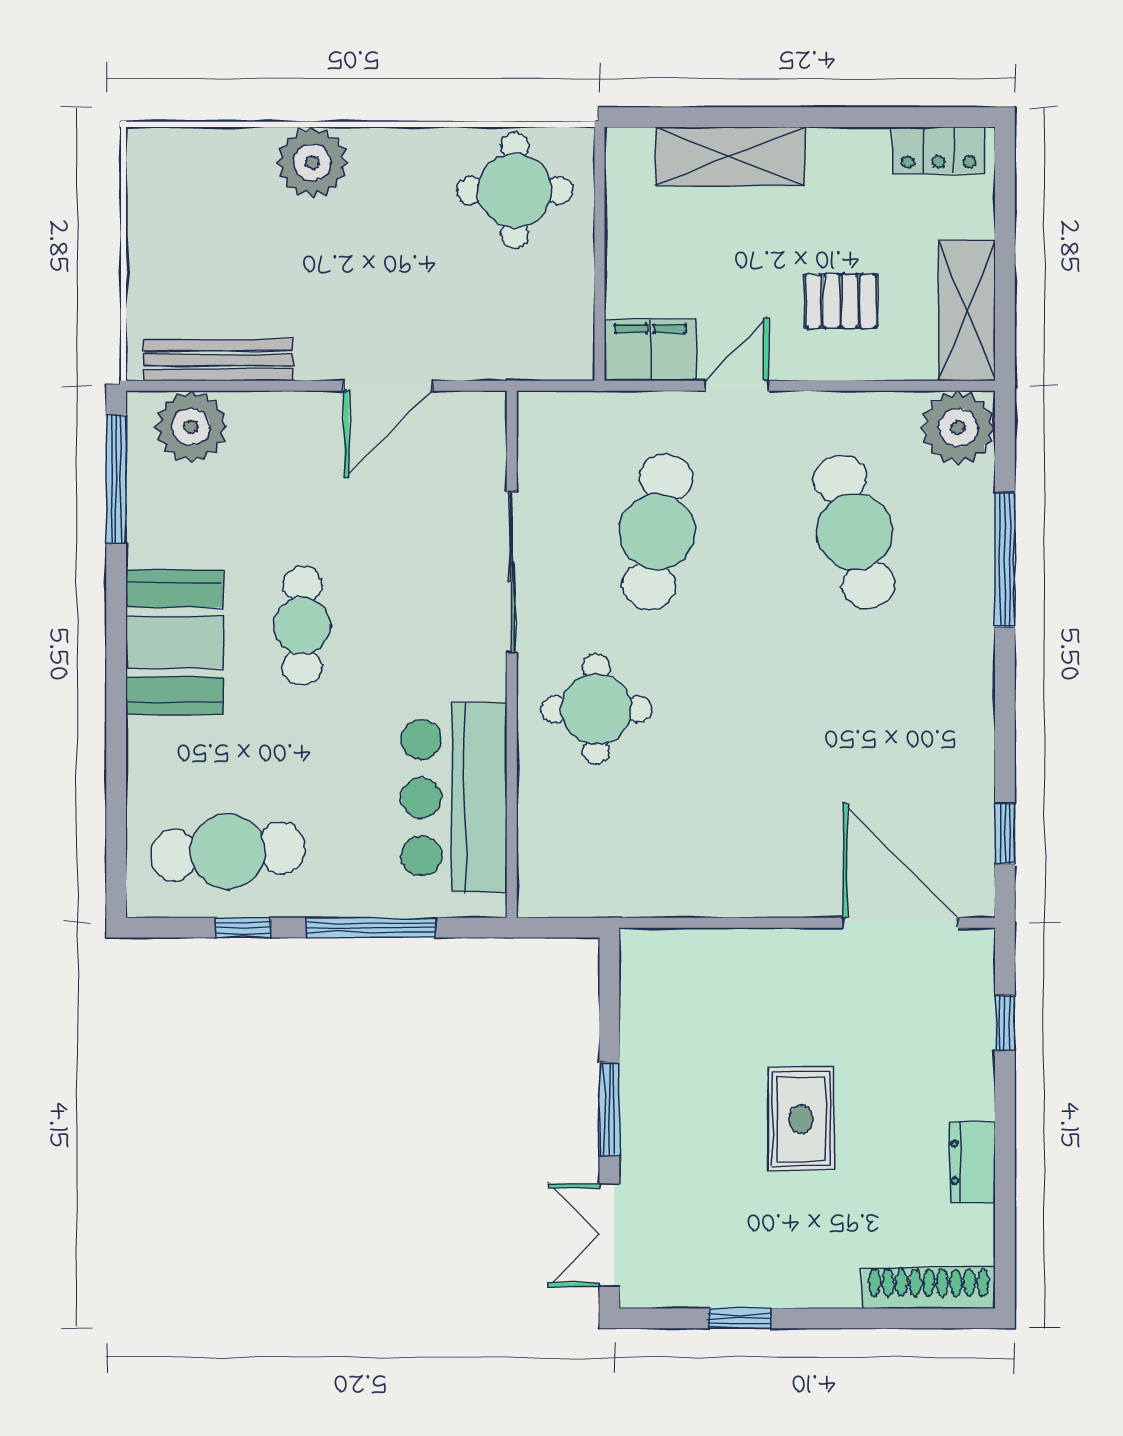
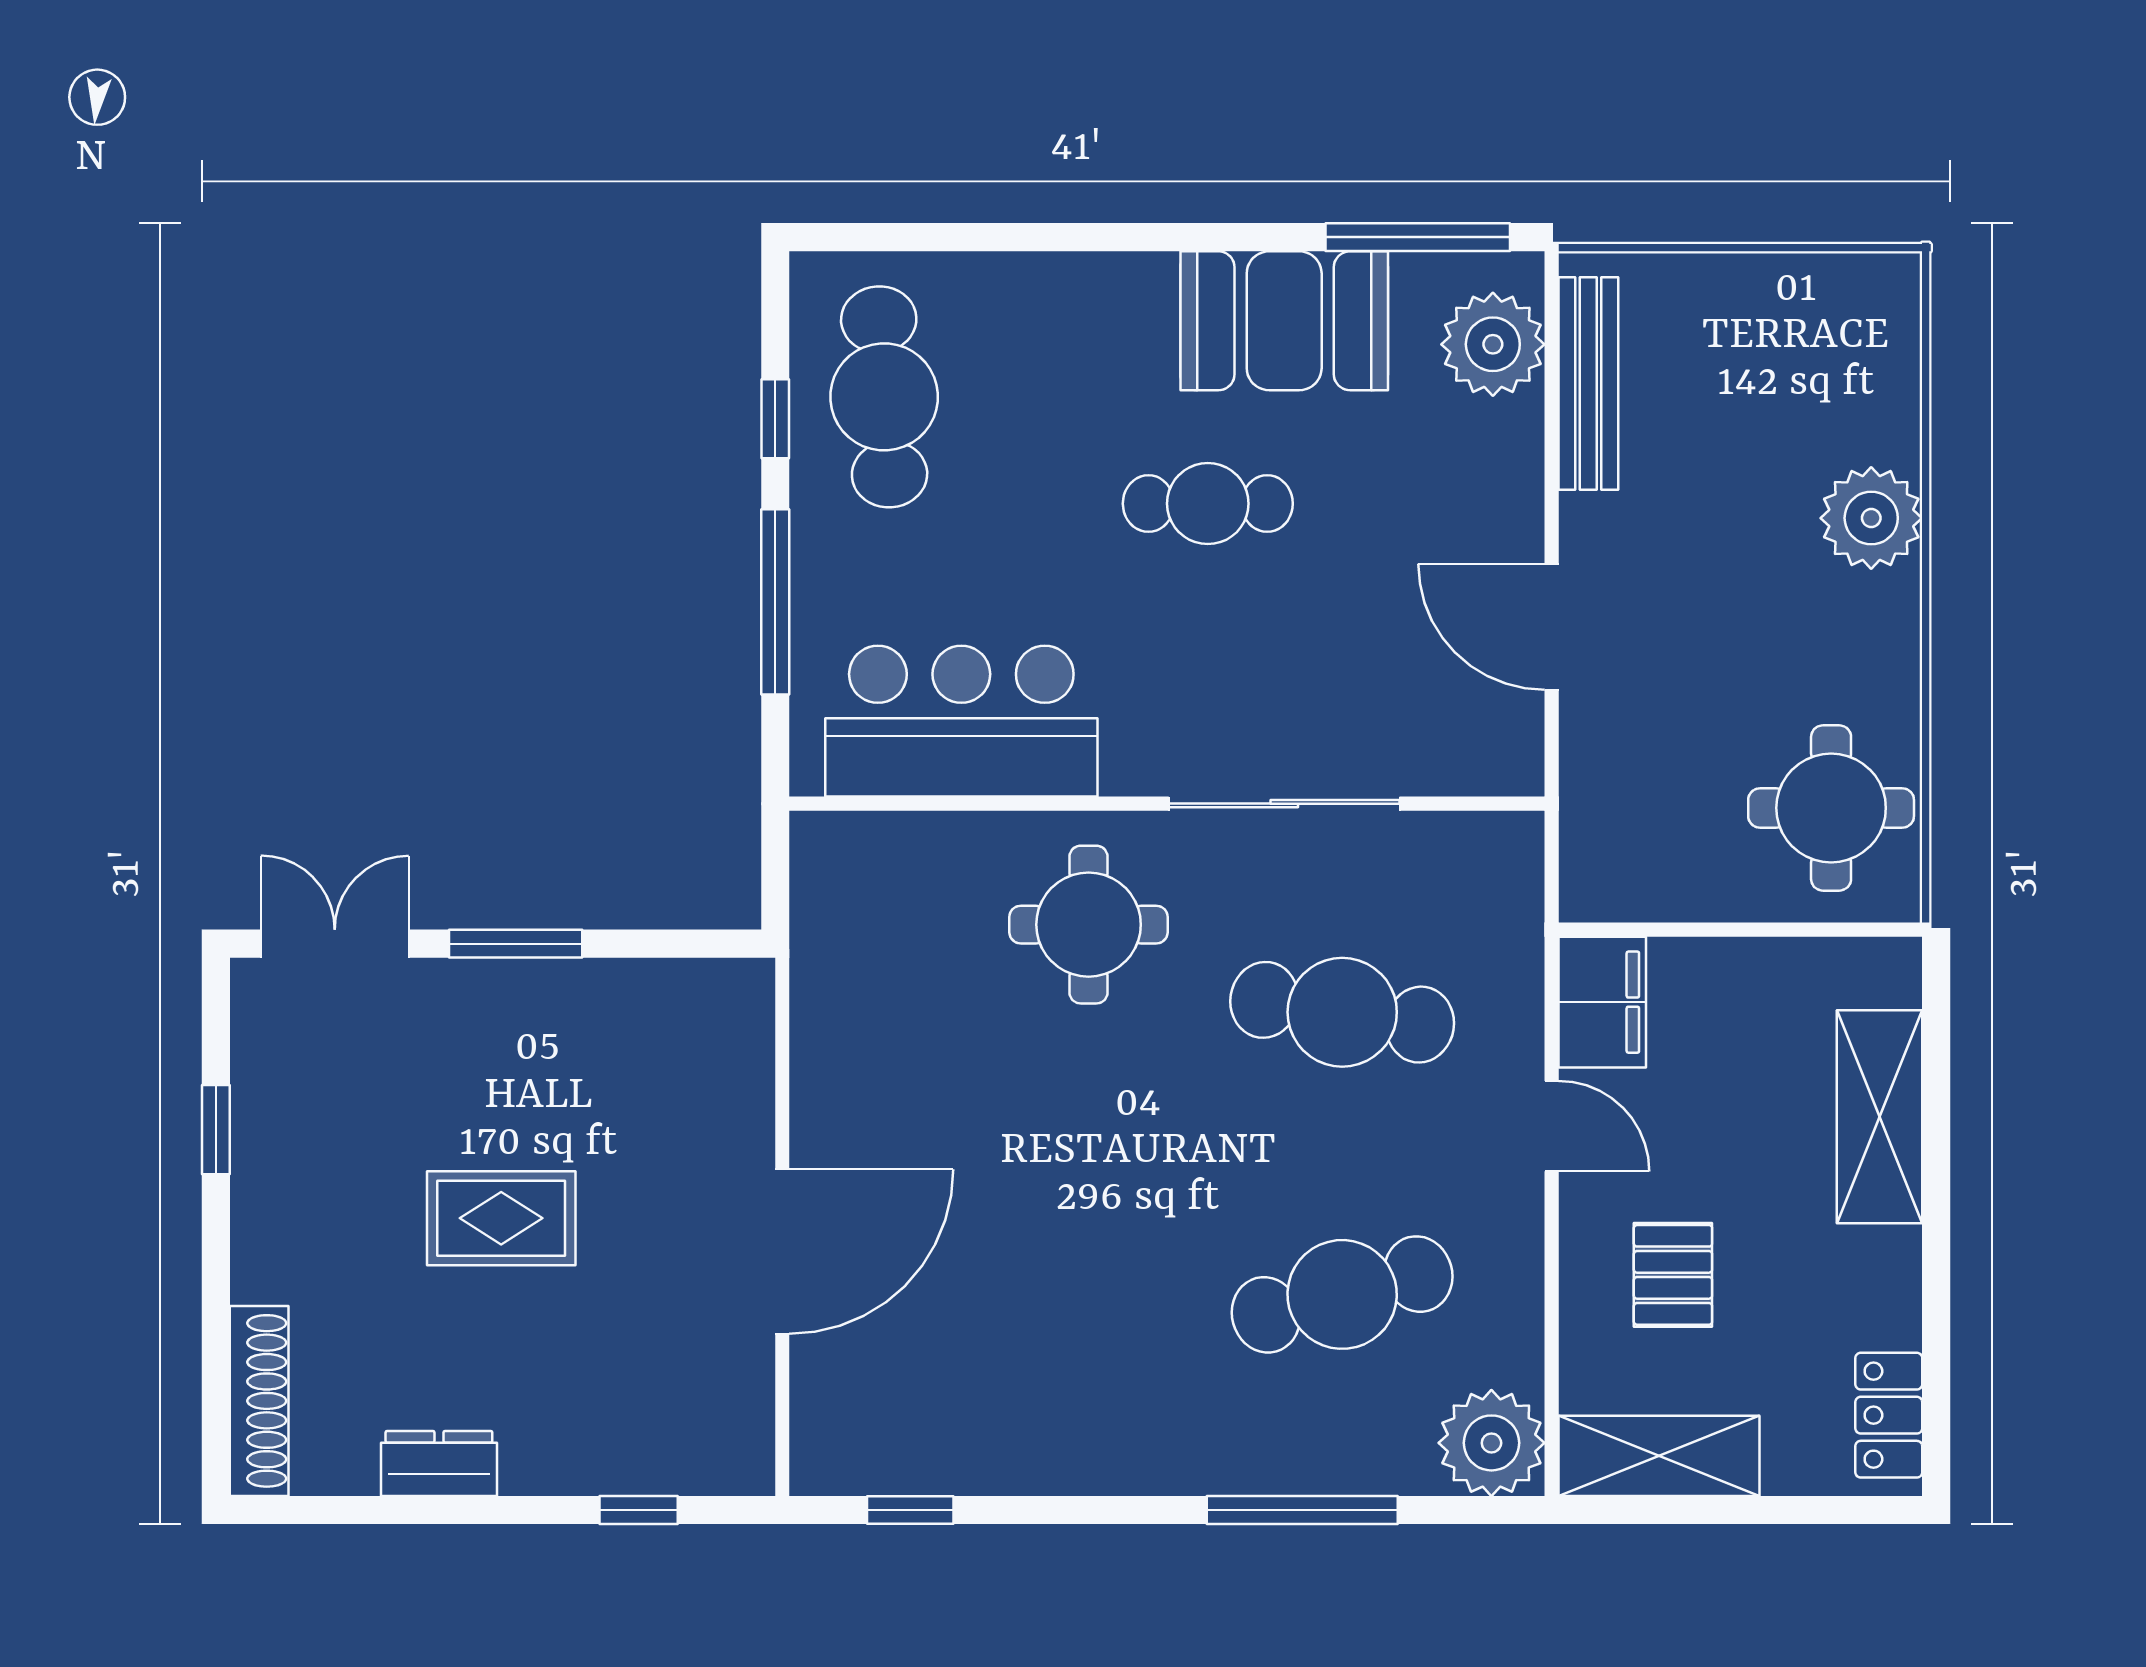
booth: (175, 642) -> (1284, 321), moved
door: (900, 923) -> (782, 1252), moved

